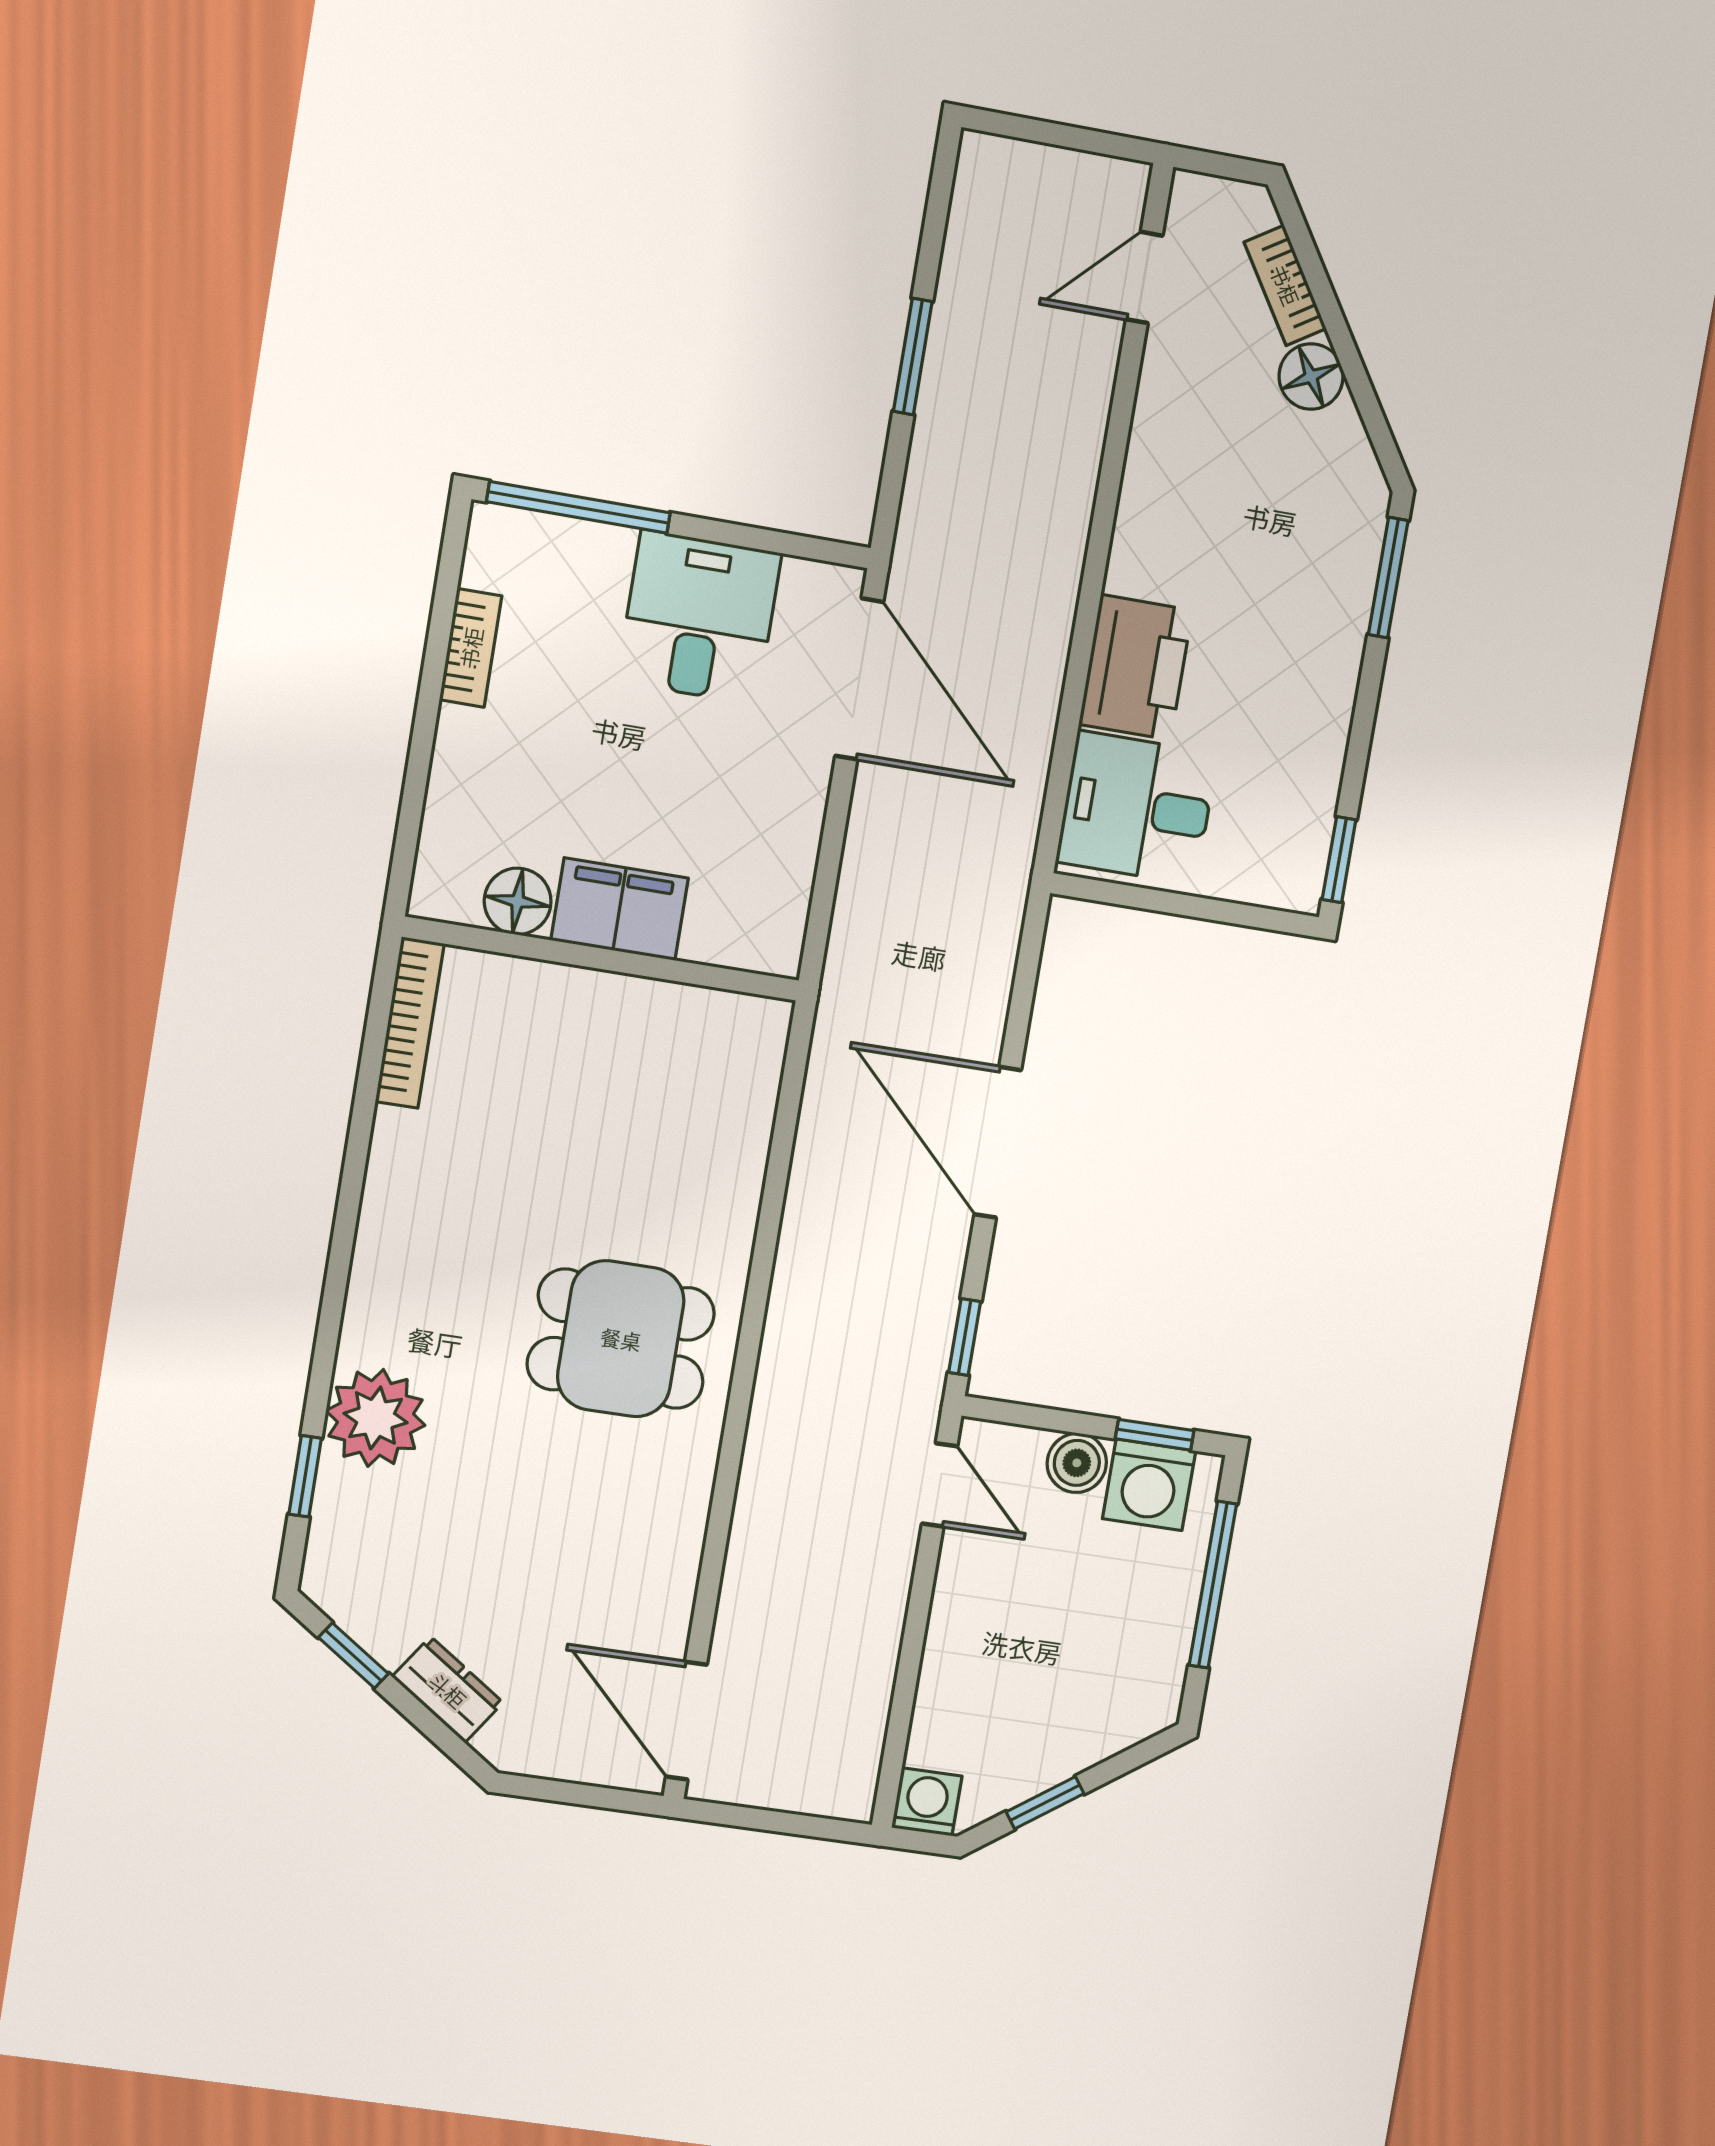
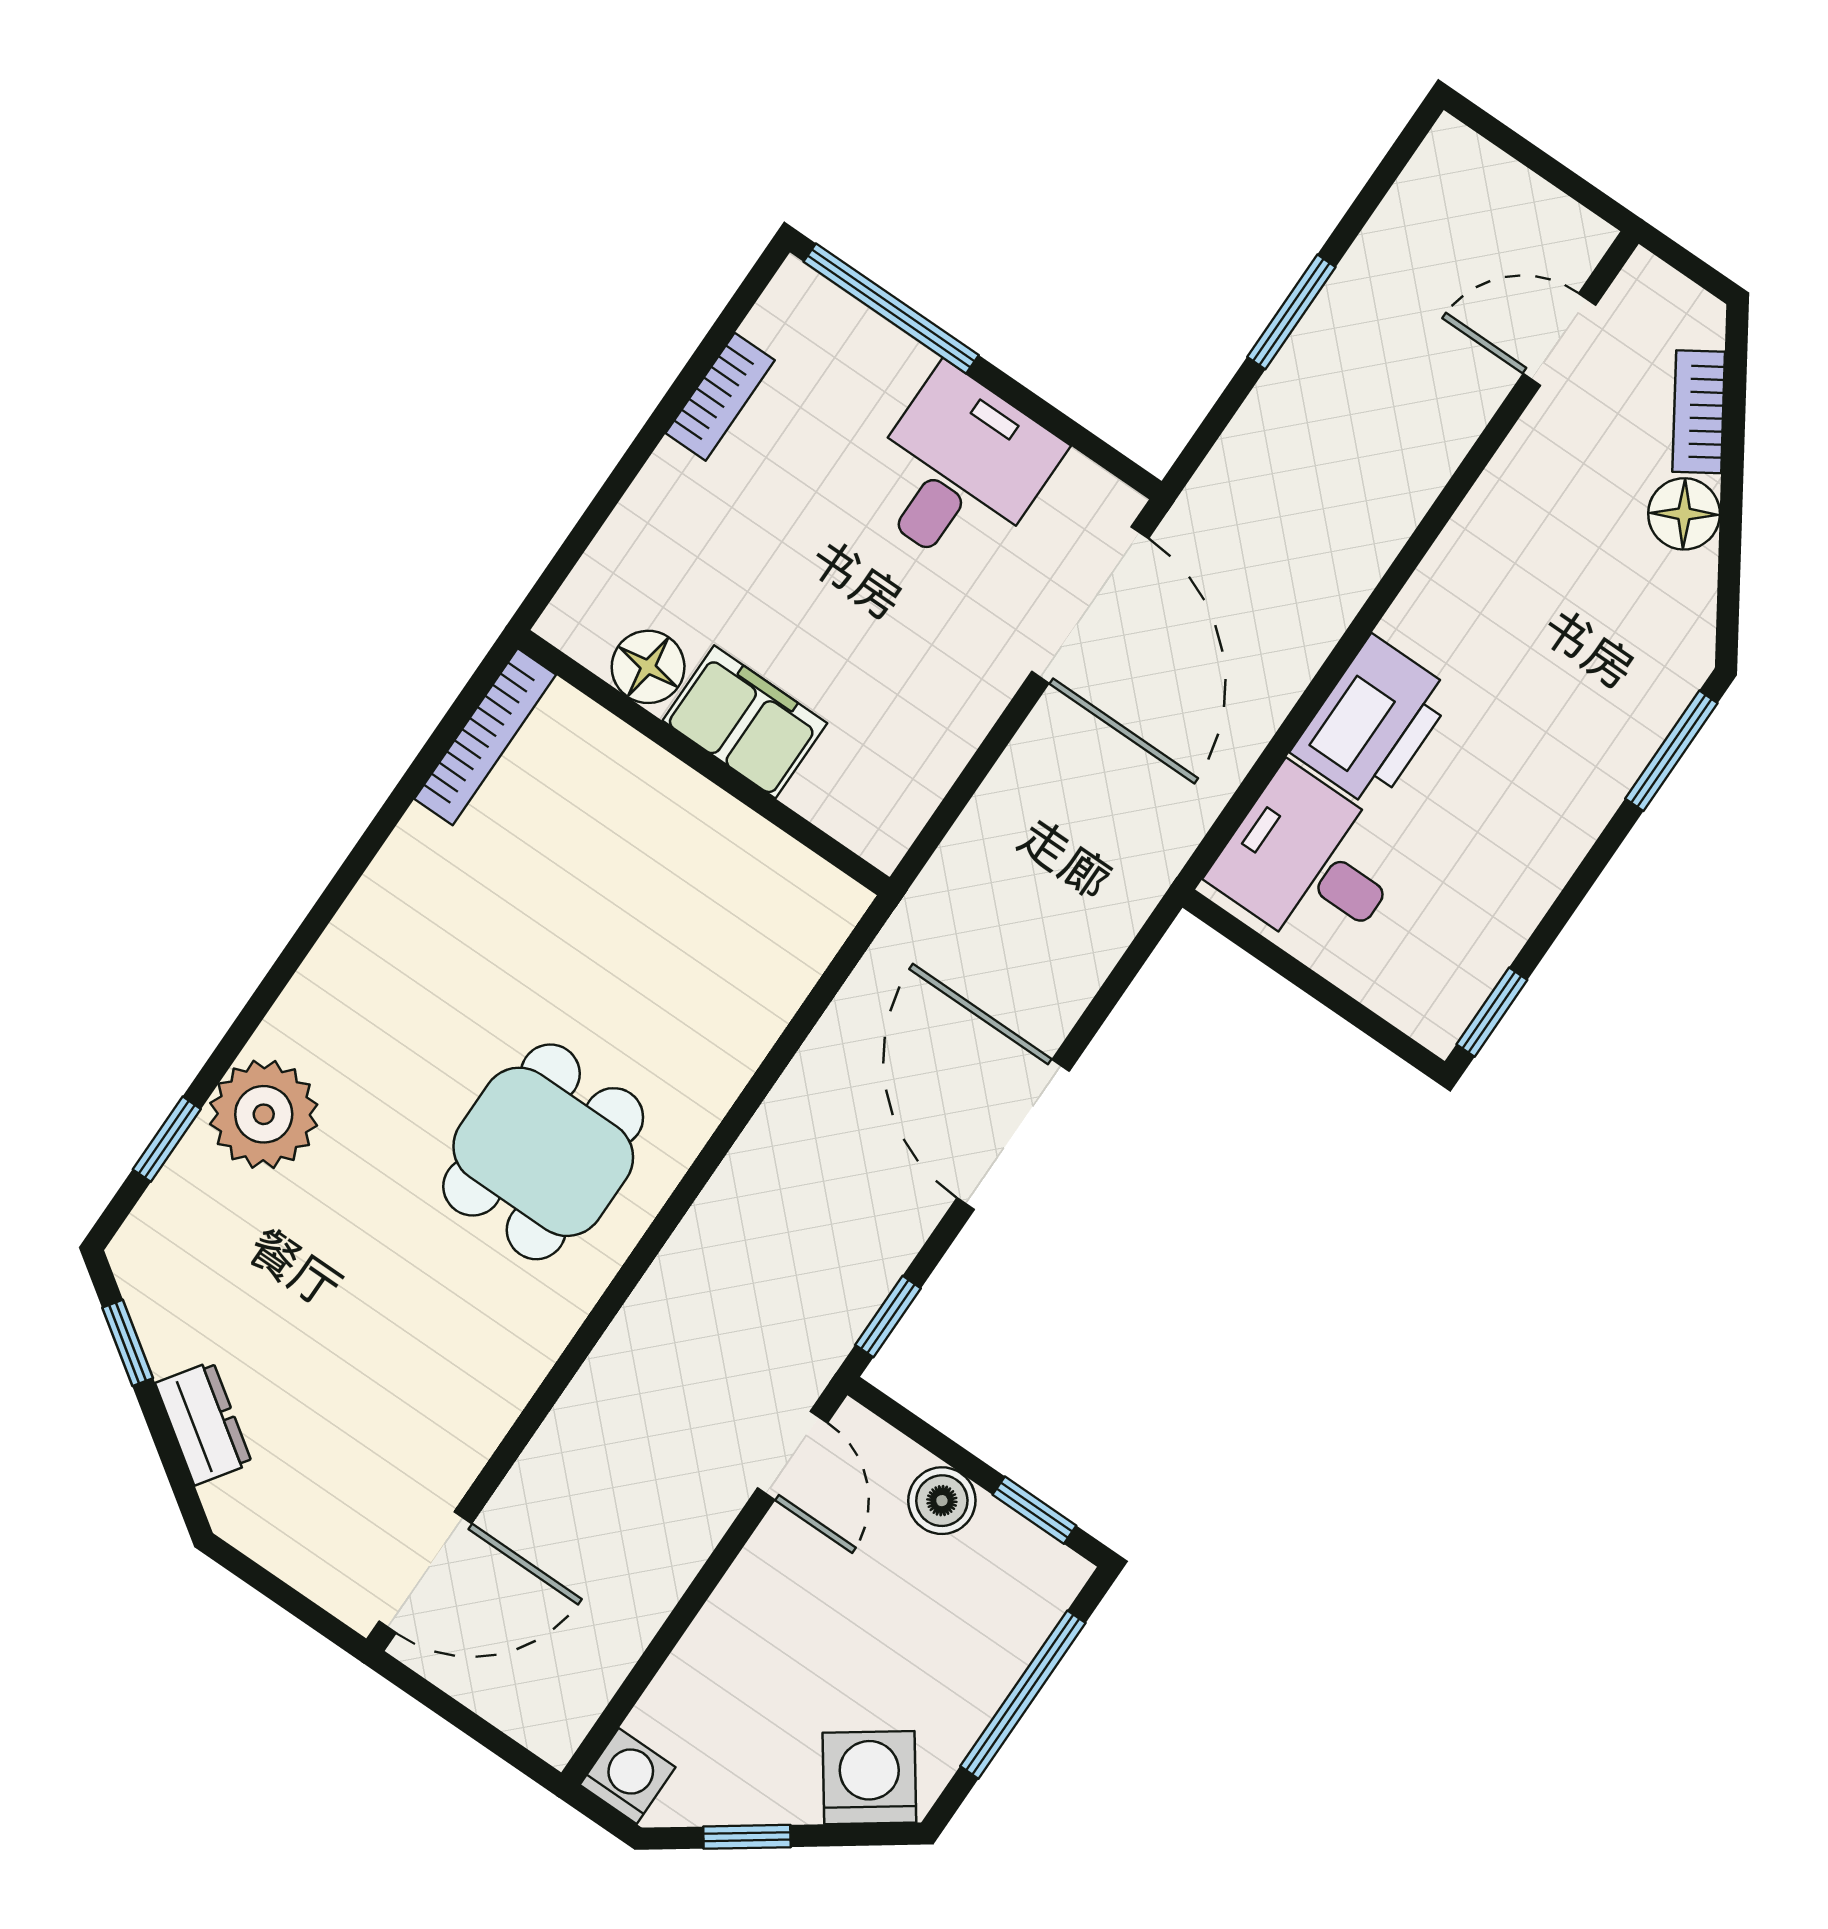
dining table: (621, 1339) -> (543, 1152), turned 90
washing machine: (1149, 1485) -> (869, 1778), moved, turned 144
door: (686, 1721) -> (425, 1572), swing flipped

